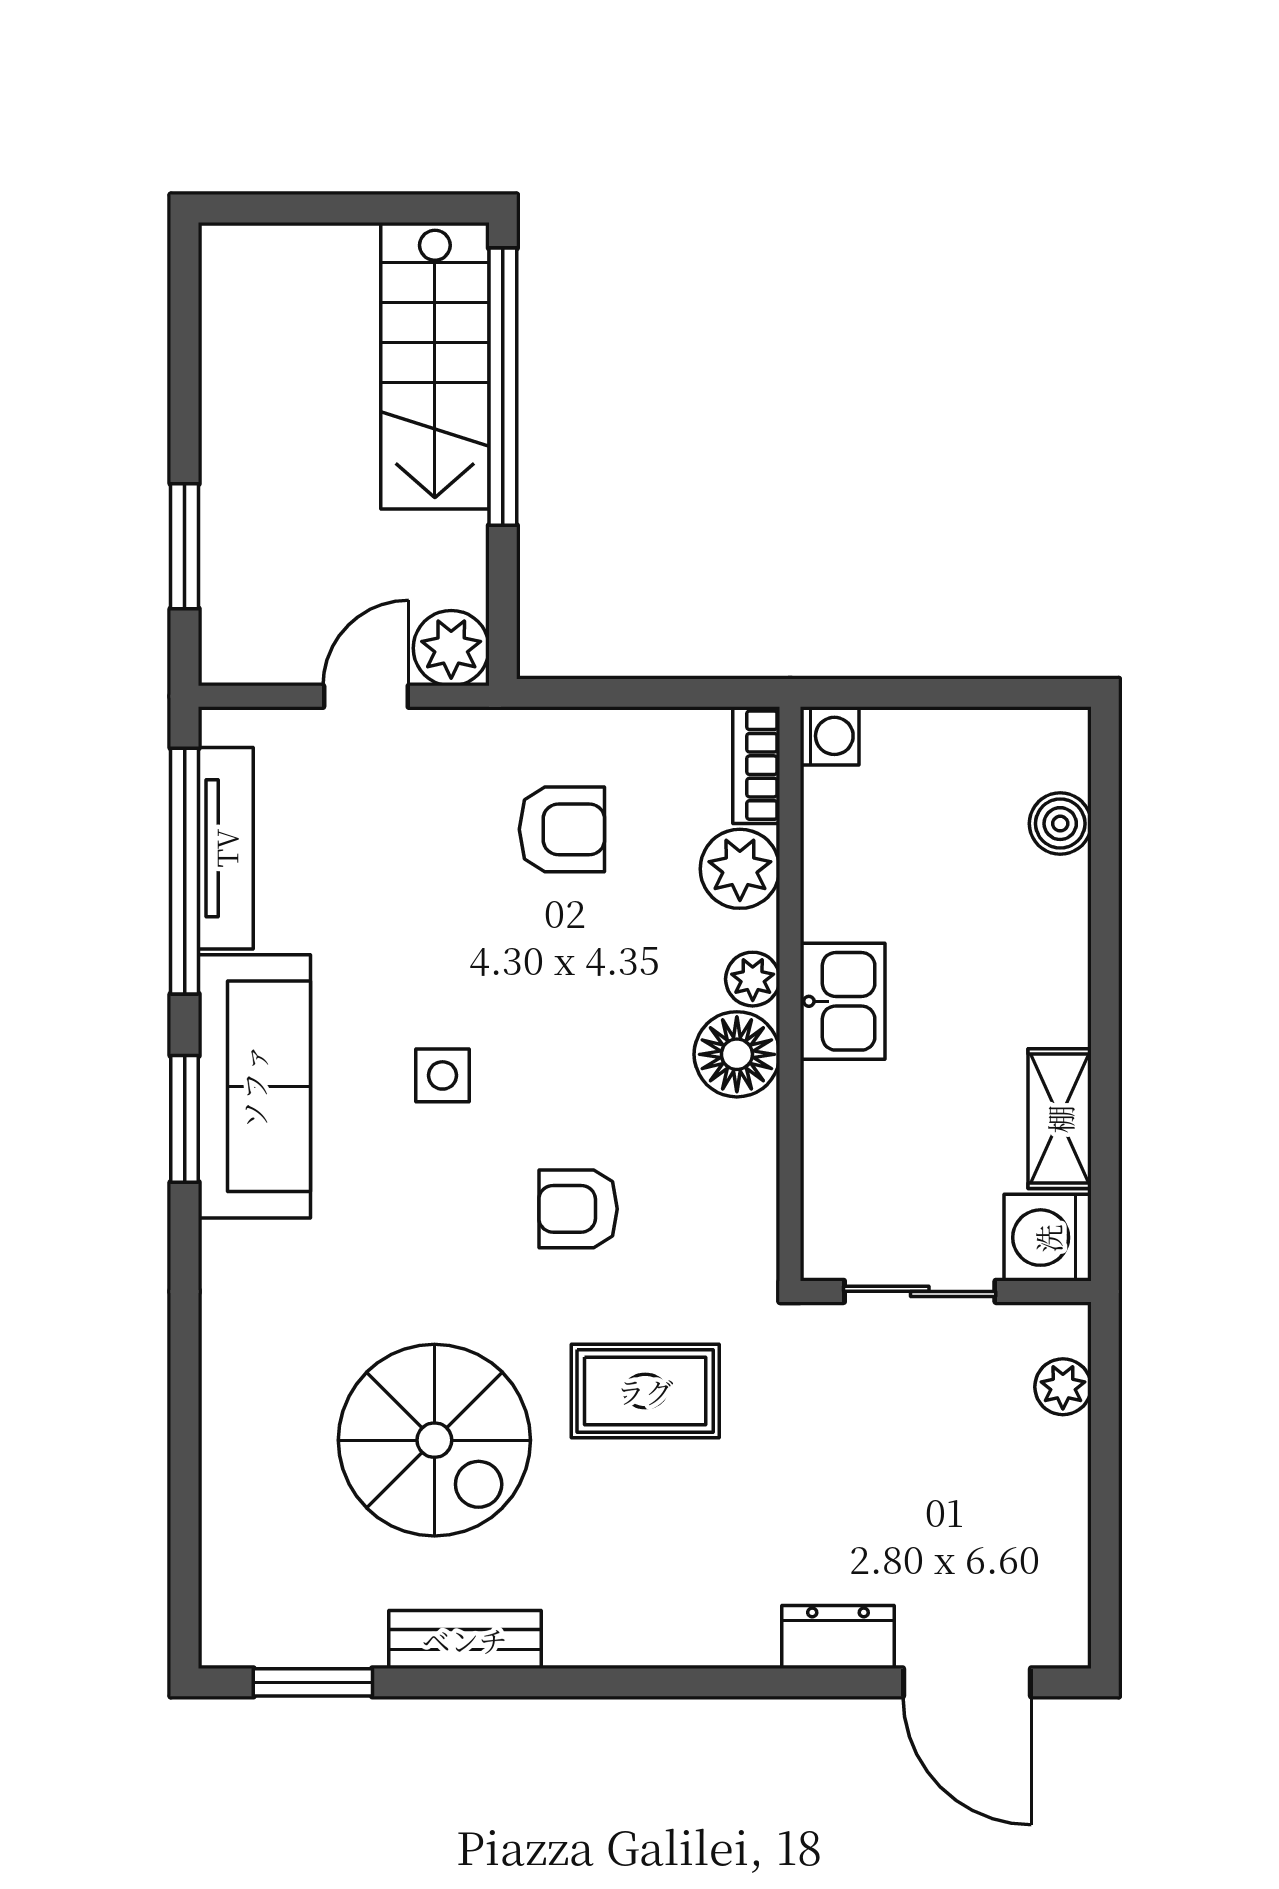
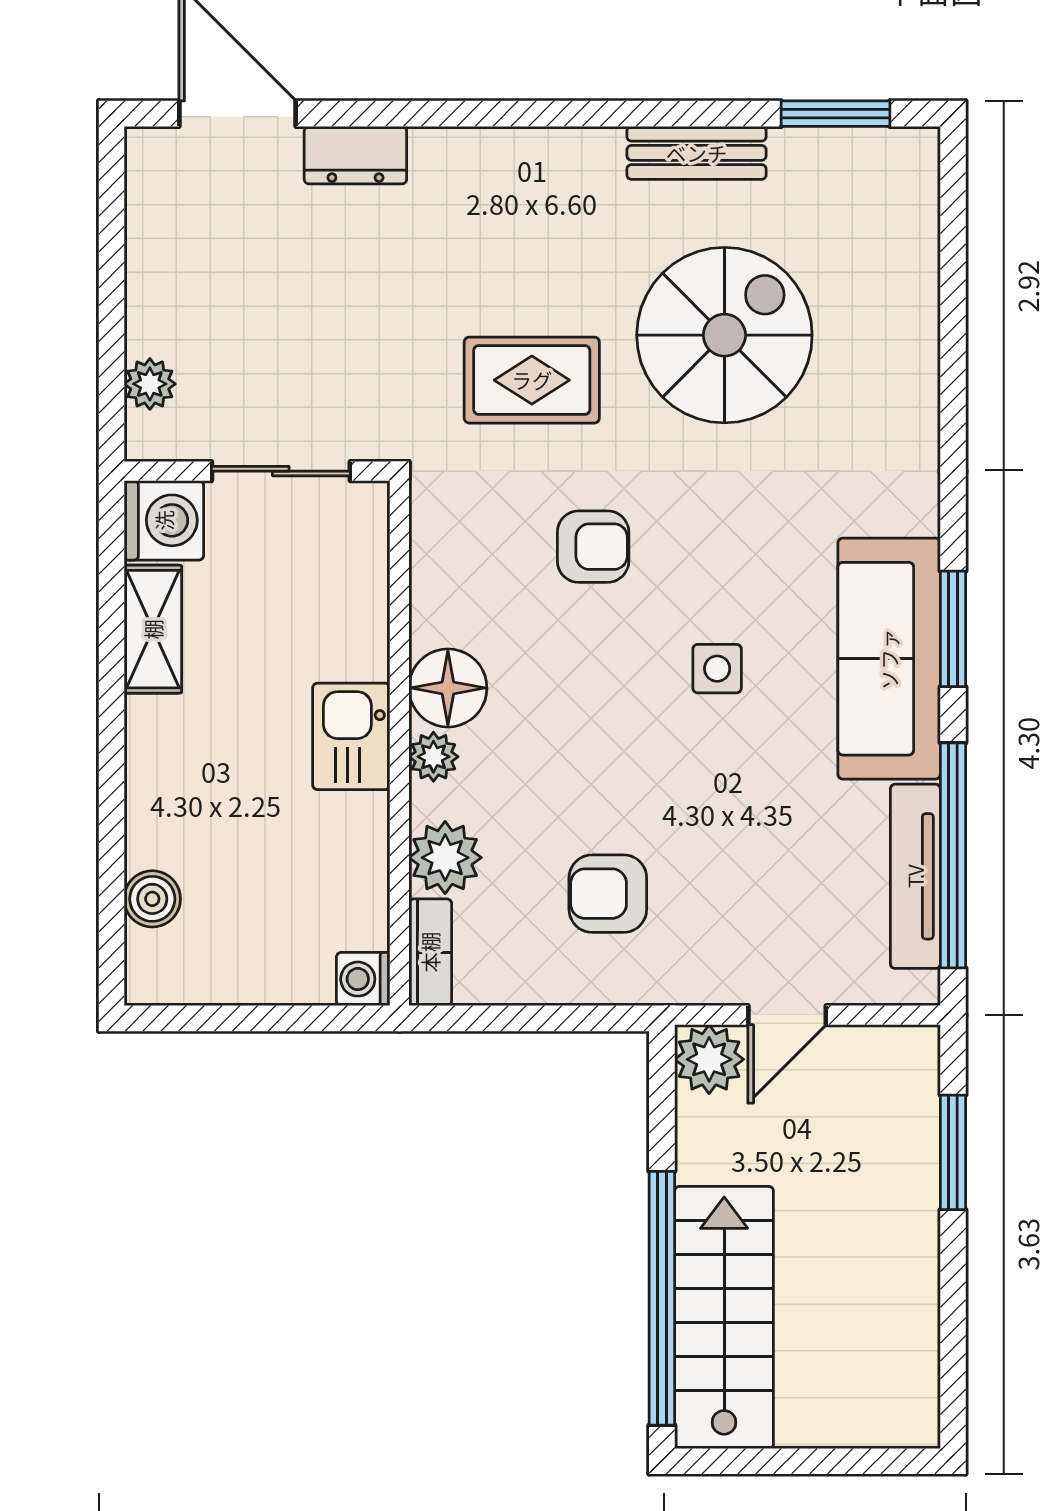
spiral stairs: (434, 1440) -> (724, 335), turned 90

